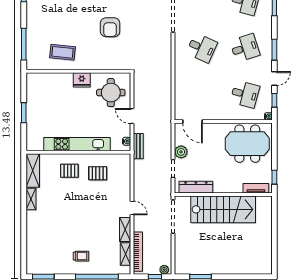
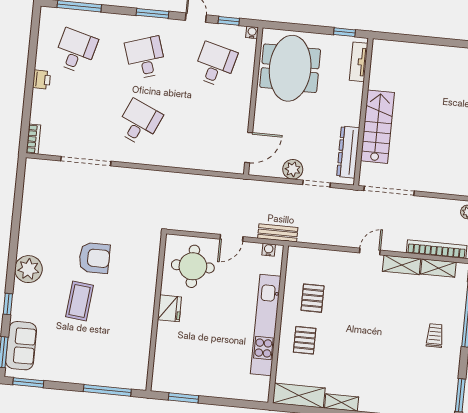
coffee table: (63, 52) -> (79, 301), moved
window: (24, 113) -> (183, 398), moved
stairs: (223, 209) -> (377, 127), width x0.73, depth x0.66

